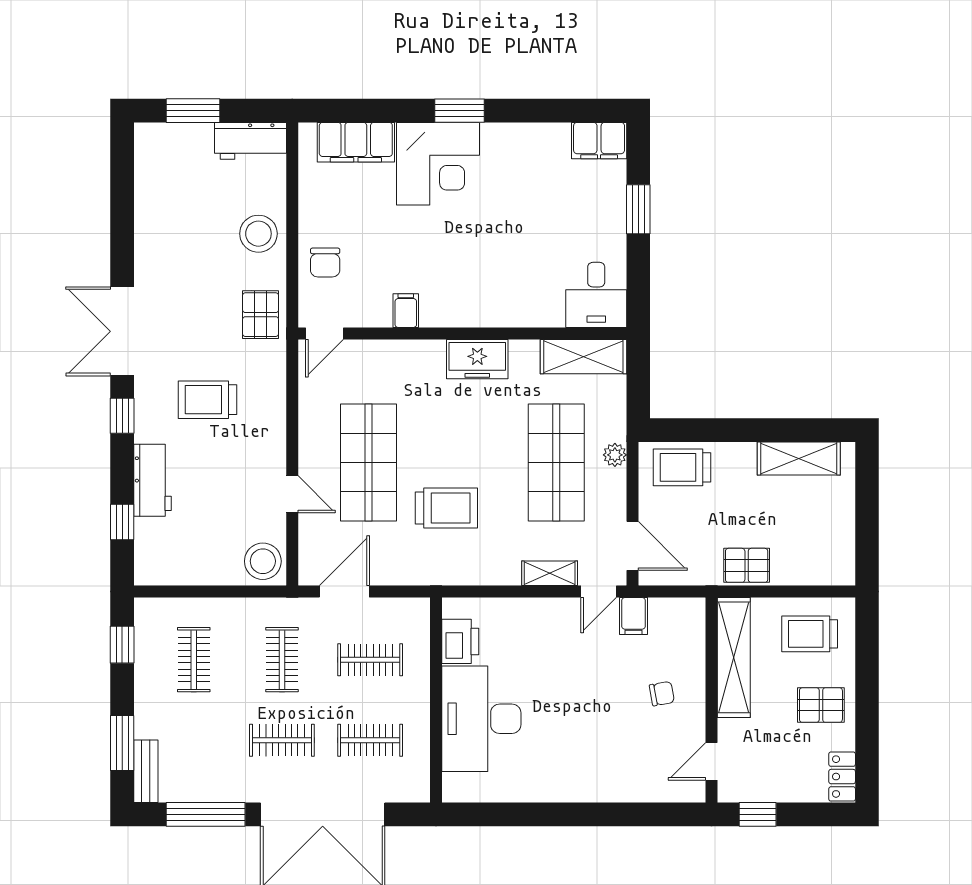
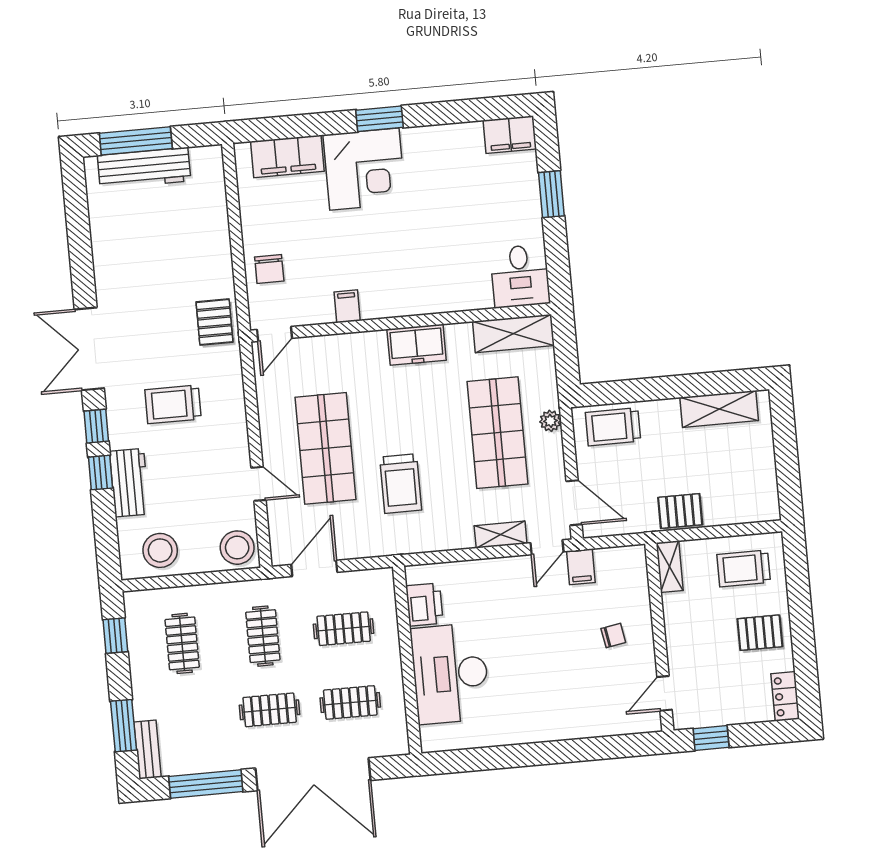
window: (193, 111) -> (136, 141), width x1.44
workbench: (250, 141) -> (144, 168), moved, width x1.38
stool: (258, 234) -> (160, 550), moved
trolley: (446, 508) -> (401, 484), turned 90
window: (122, 522) -> (100, 473), moved
shelving: (734, 657) -> (670, 567), width x0.45, depth x0.75

